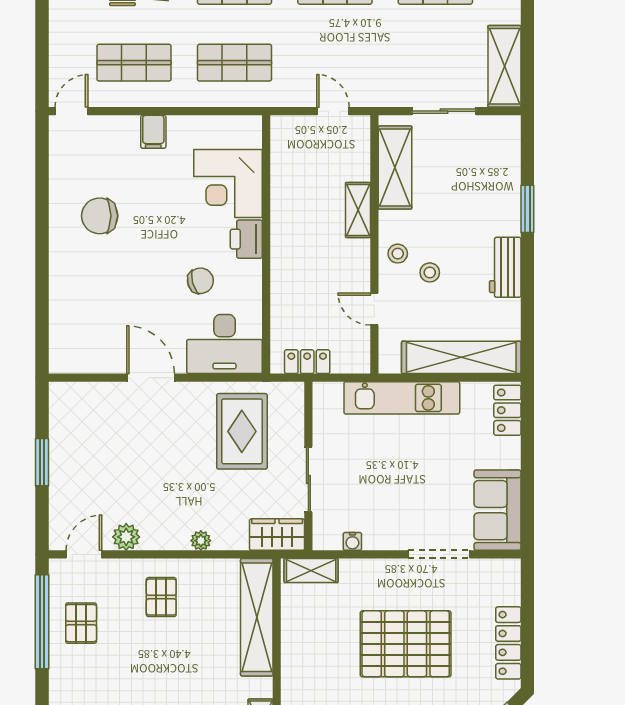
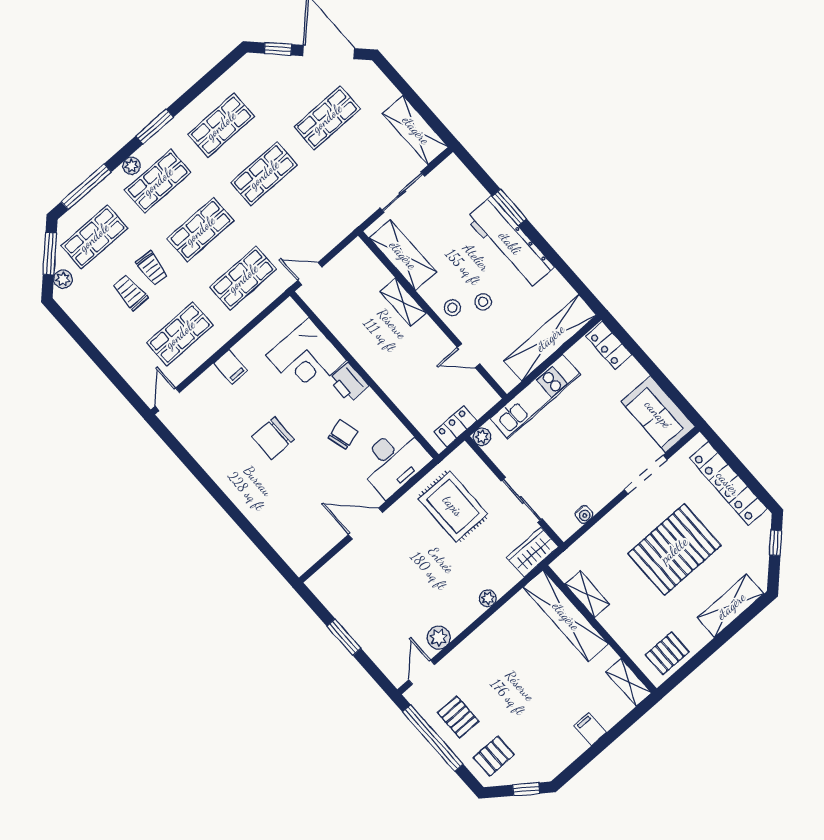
door: (333, 111) -> (310, 274), moved
chair: (100, 216) -> (273, 438), moved
workbench: (505, 267) -> (510, 243), width x1.88, depth x1.32
plant: (323, 392) -> (482, 437), added
shelving: (311, 570) -> (587, 594), moved, turned 90
pallet: (161, 597) -> (494, 756), moved, turned 90
locker: (508, 643) -> (728, 483), width x1.41, depth x1.21

